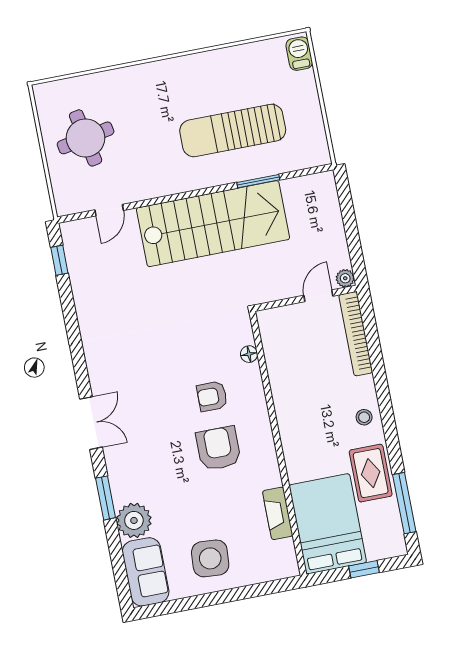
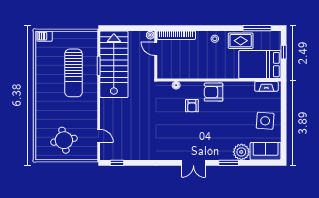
stairs: (213, 224) -> (114, 64), moved
double door: (91, 423) -> (193, 163), swing flipped
armchair: (218, 448) -> (214, 92), moved
fireplace: (278, 513) -> (266, 86), moved

